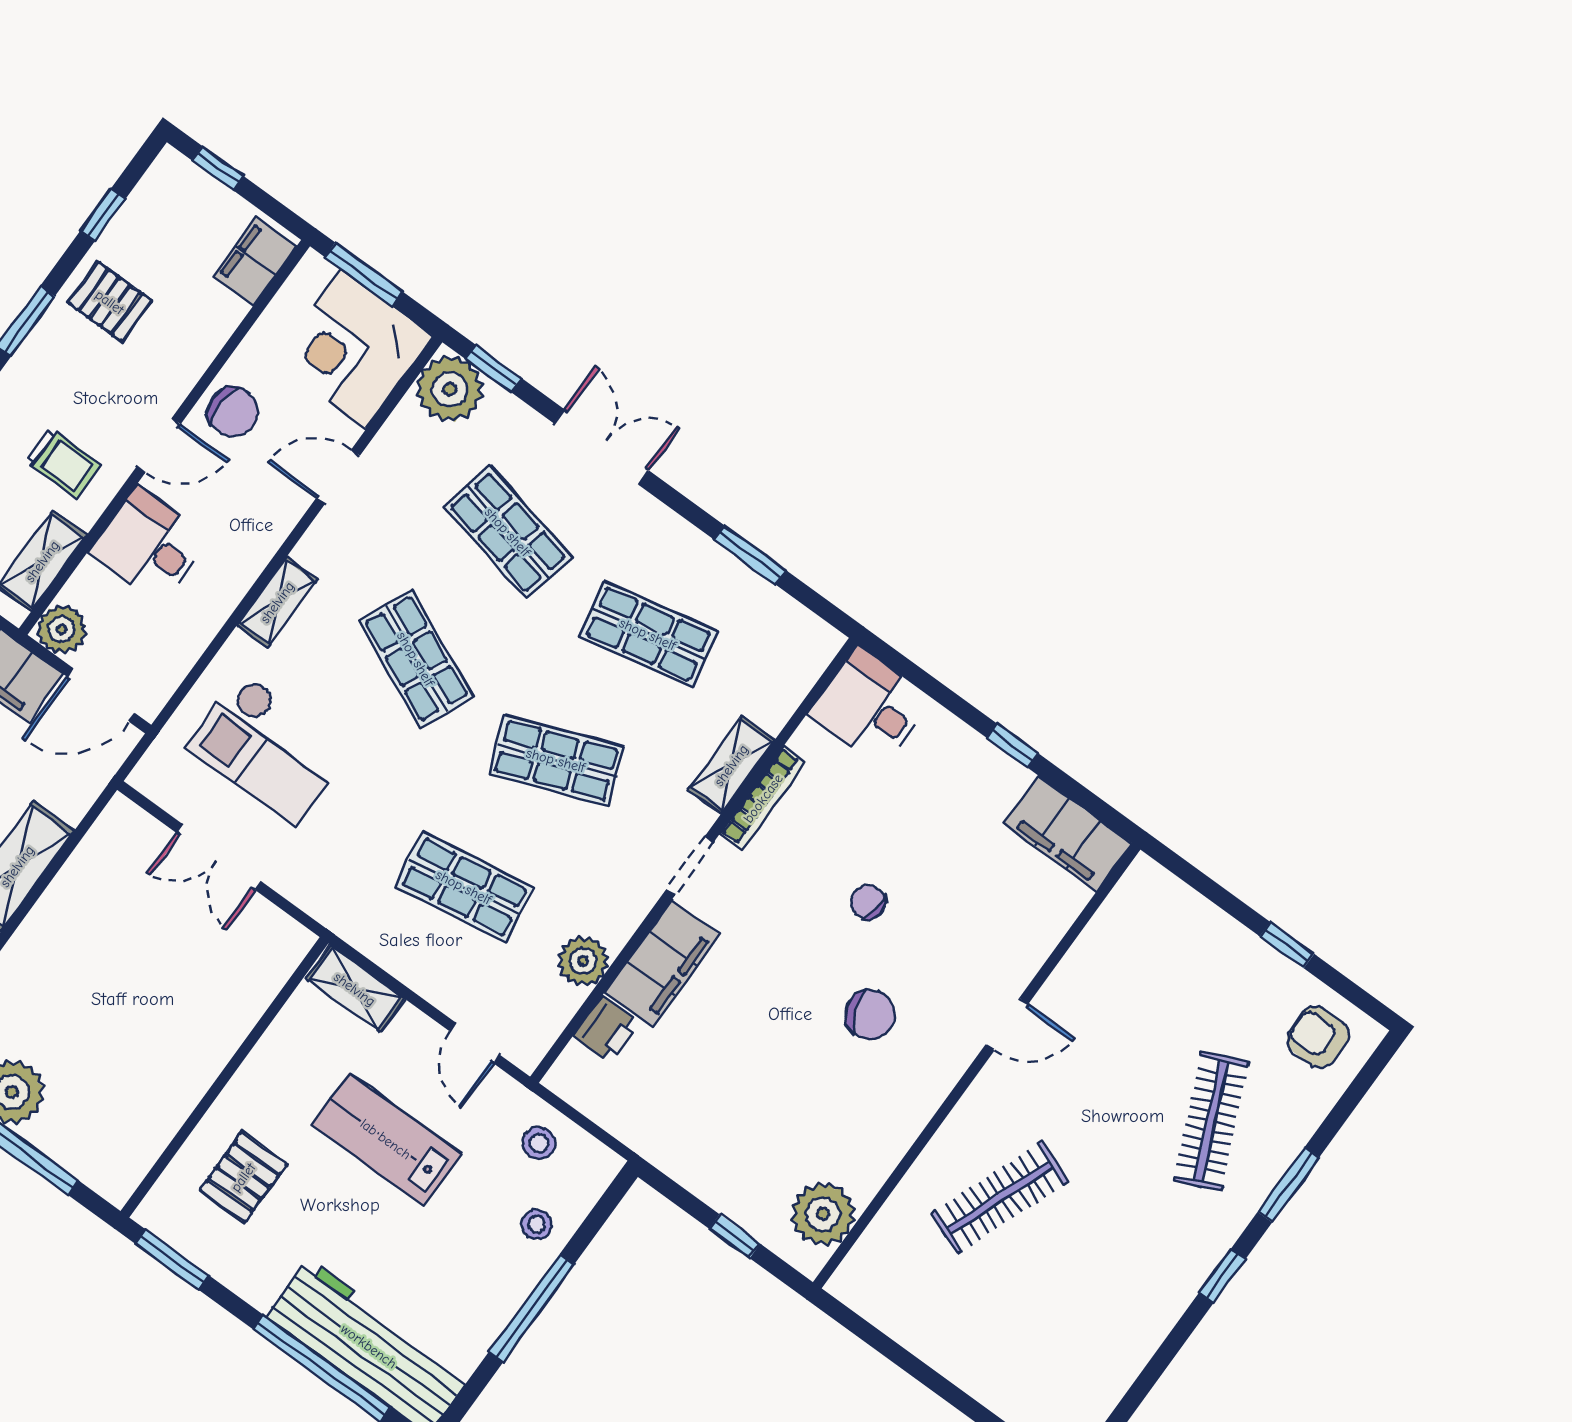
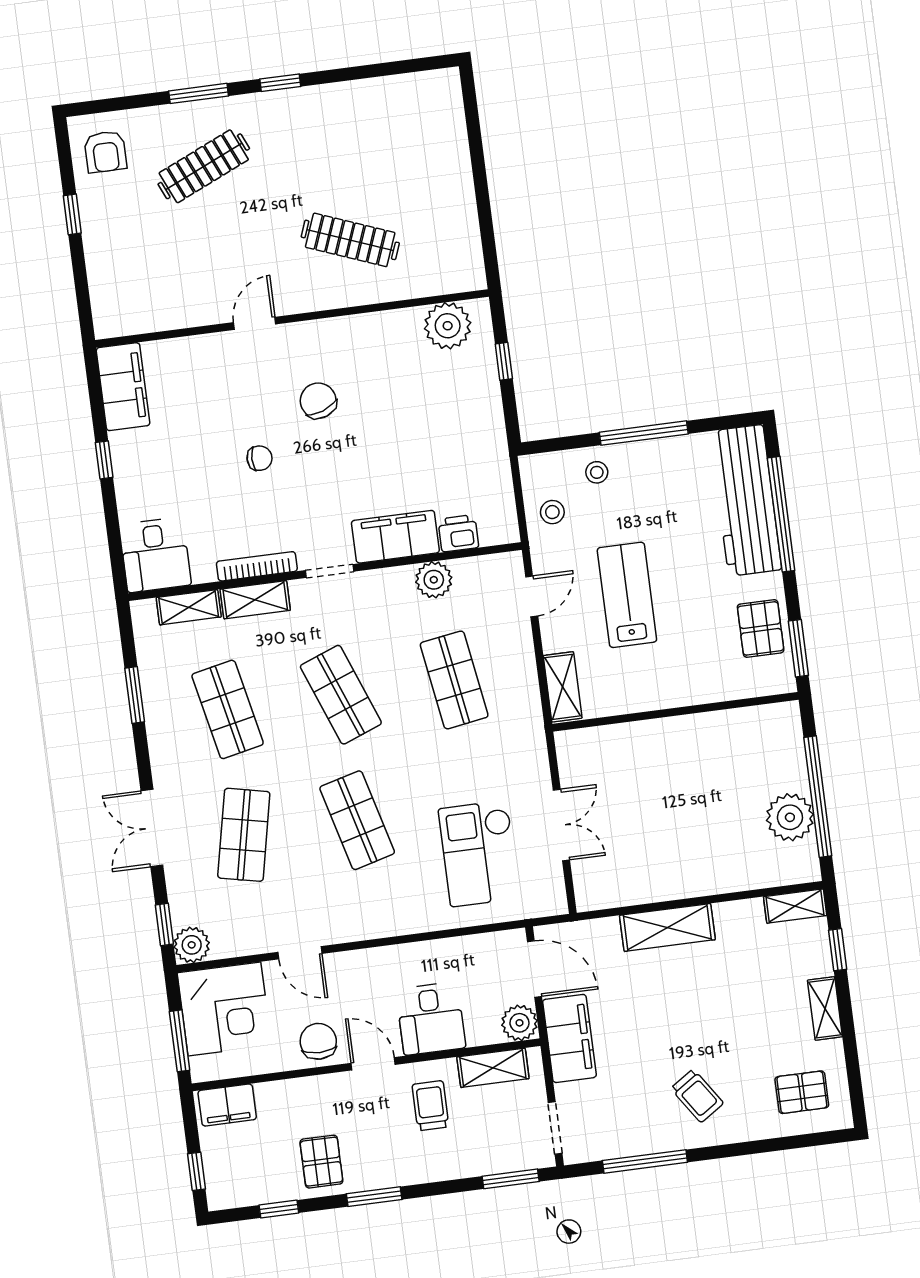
plant: (450, 389) -> (192, 945), width x0.73, depth x0.73
shelving: (277, 602) -> (189, 607), moved
shop shelf: (416, 659) -> (357, 820), turned -39
checkout: (268, 749) -> (479, 853), turned 180
chair: (868, 902) -> (260, 458), turned -97
door: (1007, 1024) -> (255, 323), hinge flipped
lab bench: (386, 1139) -> (627, 595), turned 180
pallet: (243, 1177) -> (761, 628), moved, turned 90

